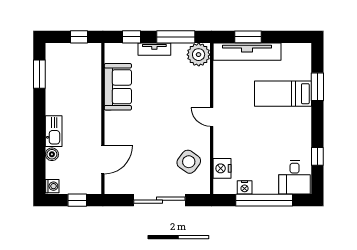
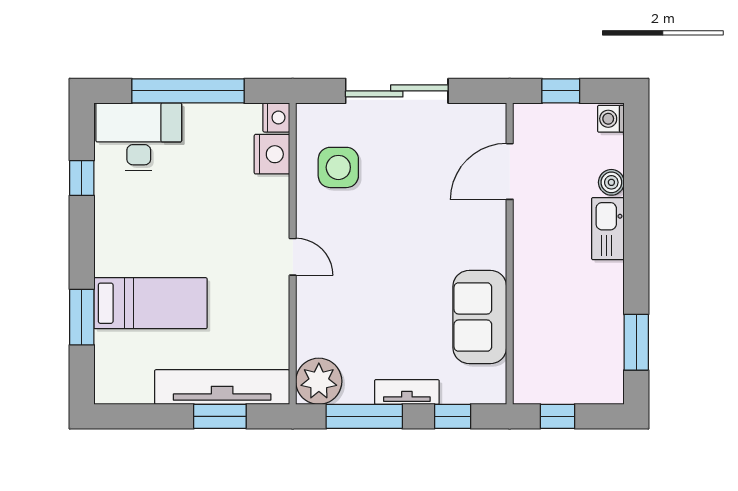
side table: (189, 162) -> (338, 167), turned -36
desk: (295, 177) -> (139, 137), width x1.37
nightstand: (245, 187) -> (276, 117), moved, turned 90

